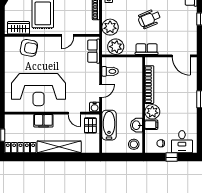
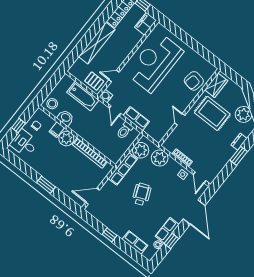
row of seats: (147, 49) -> (123, 169), width x1.48
row of seats: (94, 51) -> (136, 119), moved
filing cabinet: (43, 121) -> (145, 24), moved

